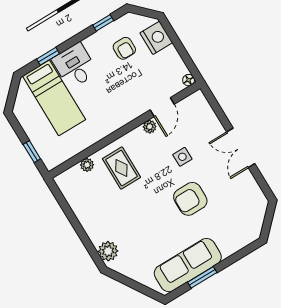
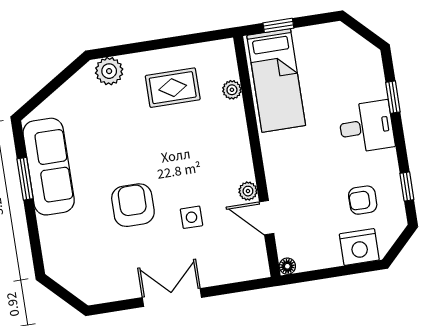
bed: (54, 98) -> (276, 80), moved, turned -90
rug: (121, 168) -> (173, 88), moved

